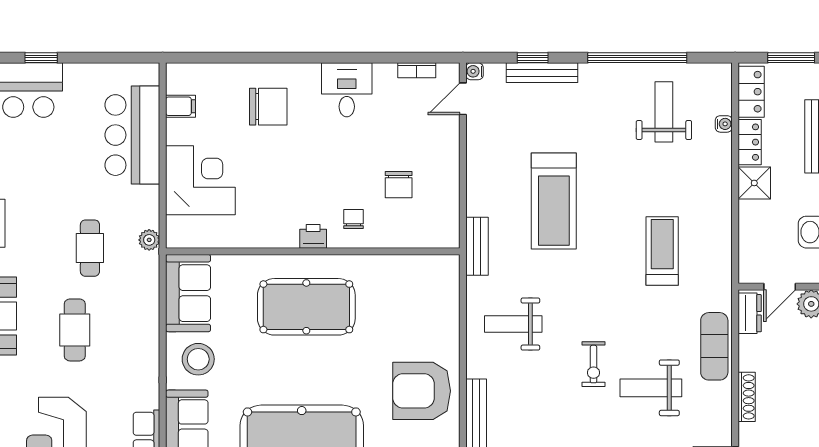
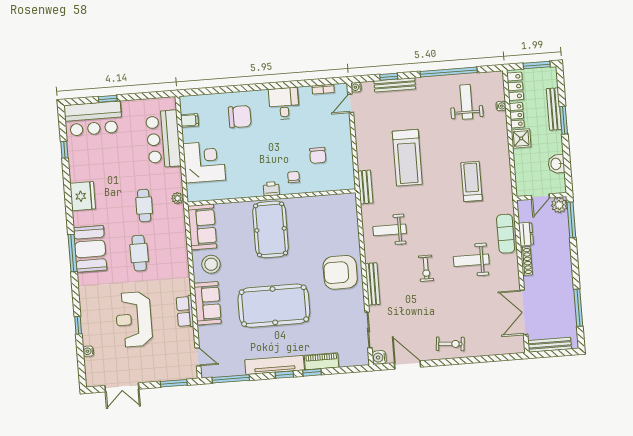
pool table: (306, 307) -> (271, 229), turned 90
dresser: (750, 313) -> (526, 234), moved
exercise bike: (594, 364) -> (426, 268), moved

